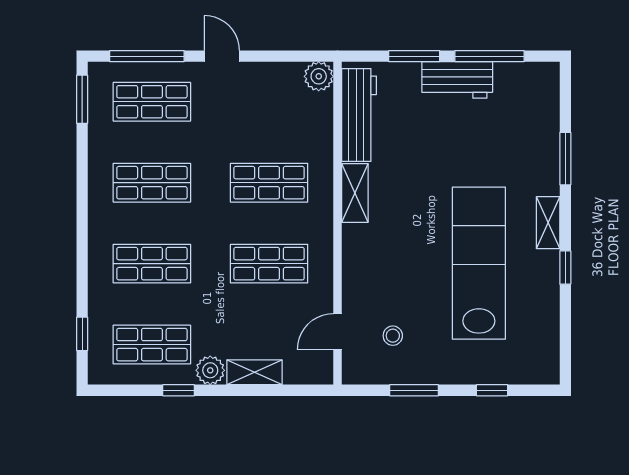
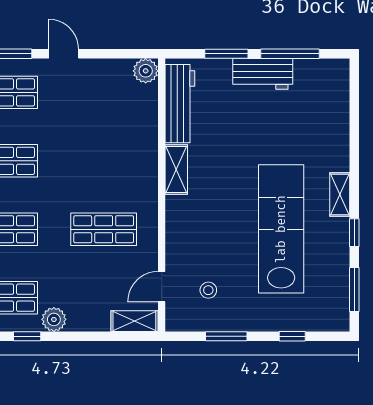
window: (565, 159) -> (354, 290), moved
shop shelf: (269, 183) -> (104, 161), removed
shelving: (254, 372) -> (134, 321), moved

